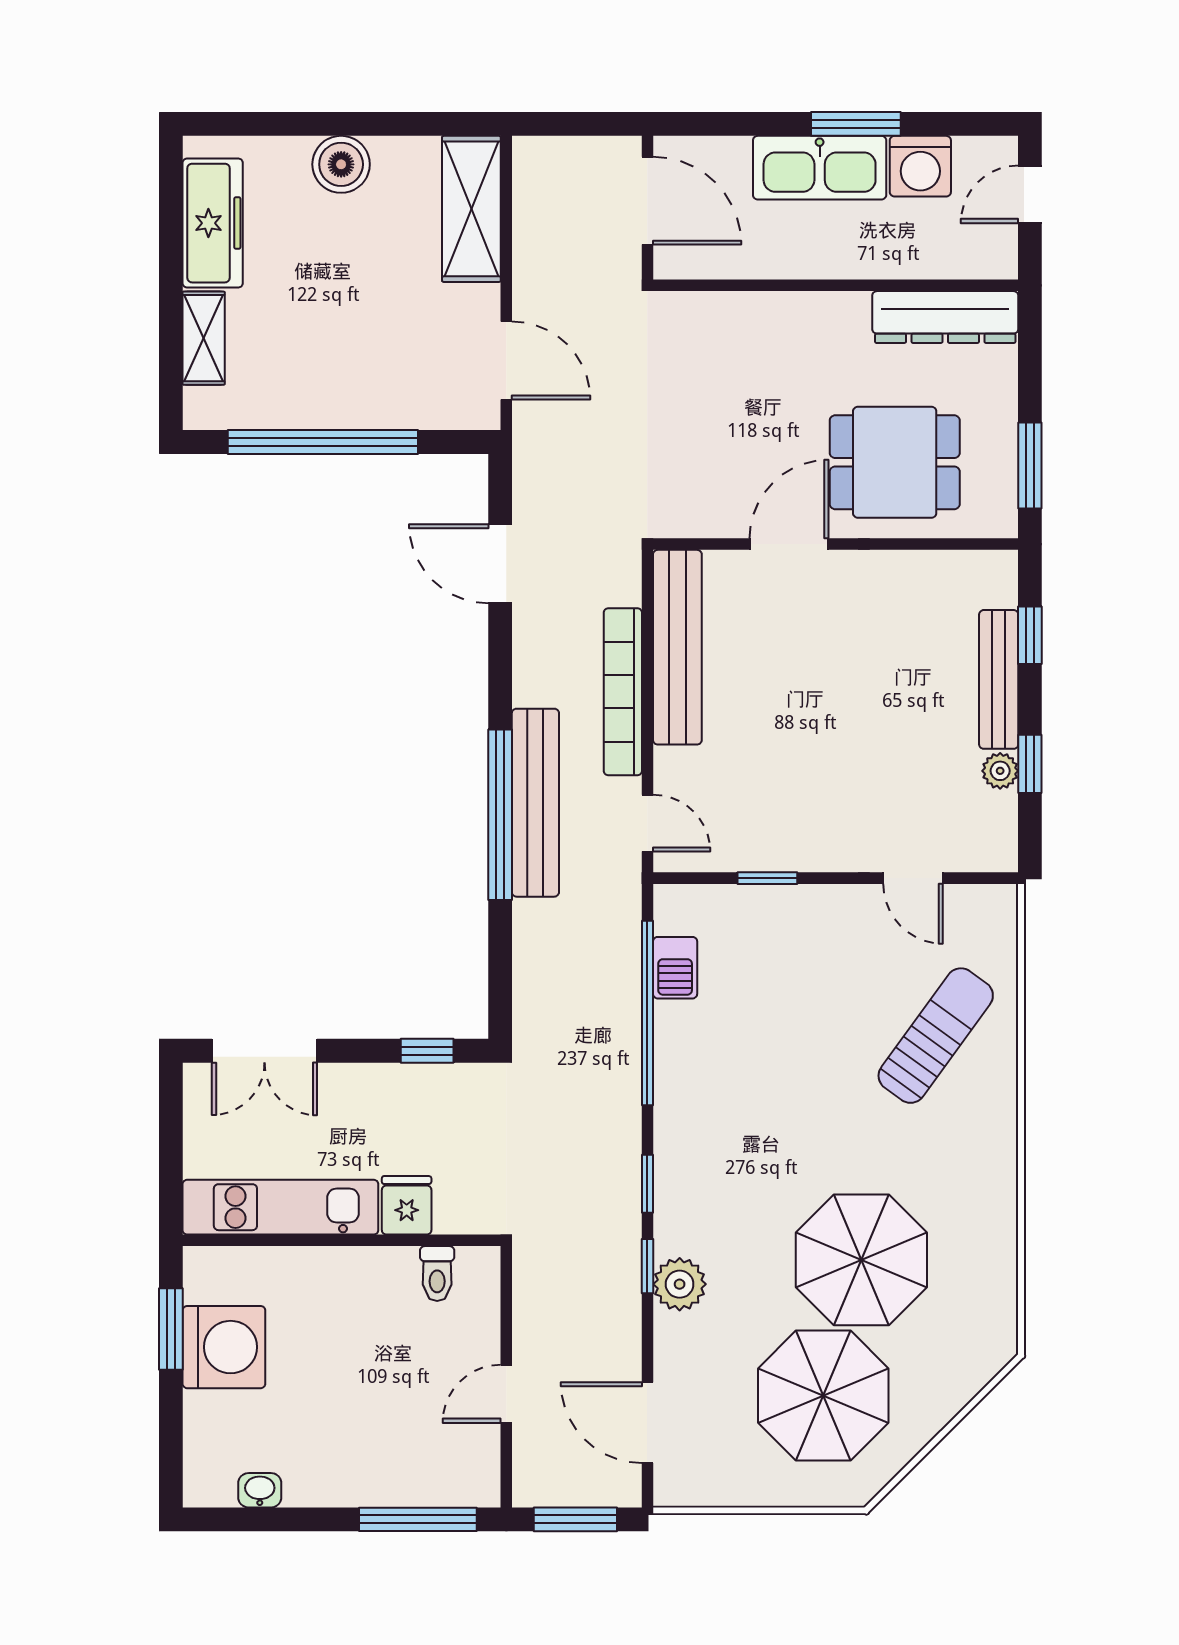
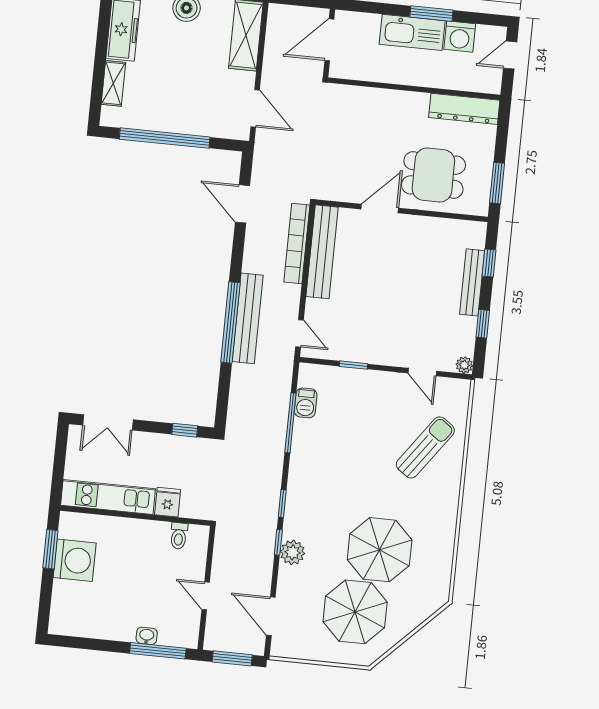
door: (647, 201) -> (329, 40), swing flipped
bookcase: (623, 692) -> (297, 244), moved
plant: (1000, 771) -> (464, 365), moved
window: (647, 1013) -> (290, 423), width x0.68
door: (506, 1394) -> (206, 596), hinge flipped
washbasin: (260, 1490) -> (147, 636), moved

